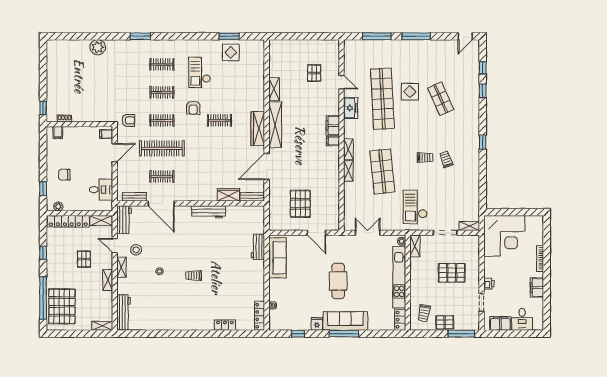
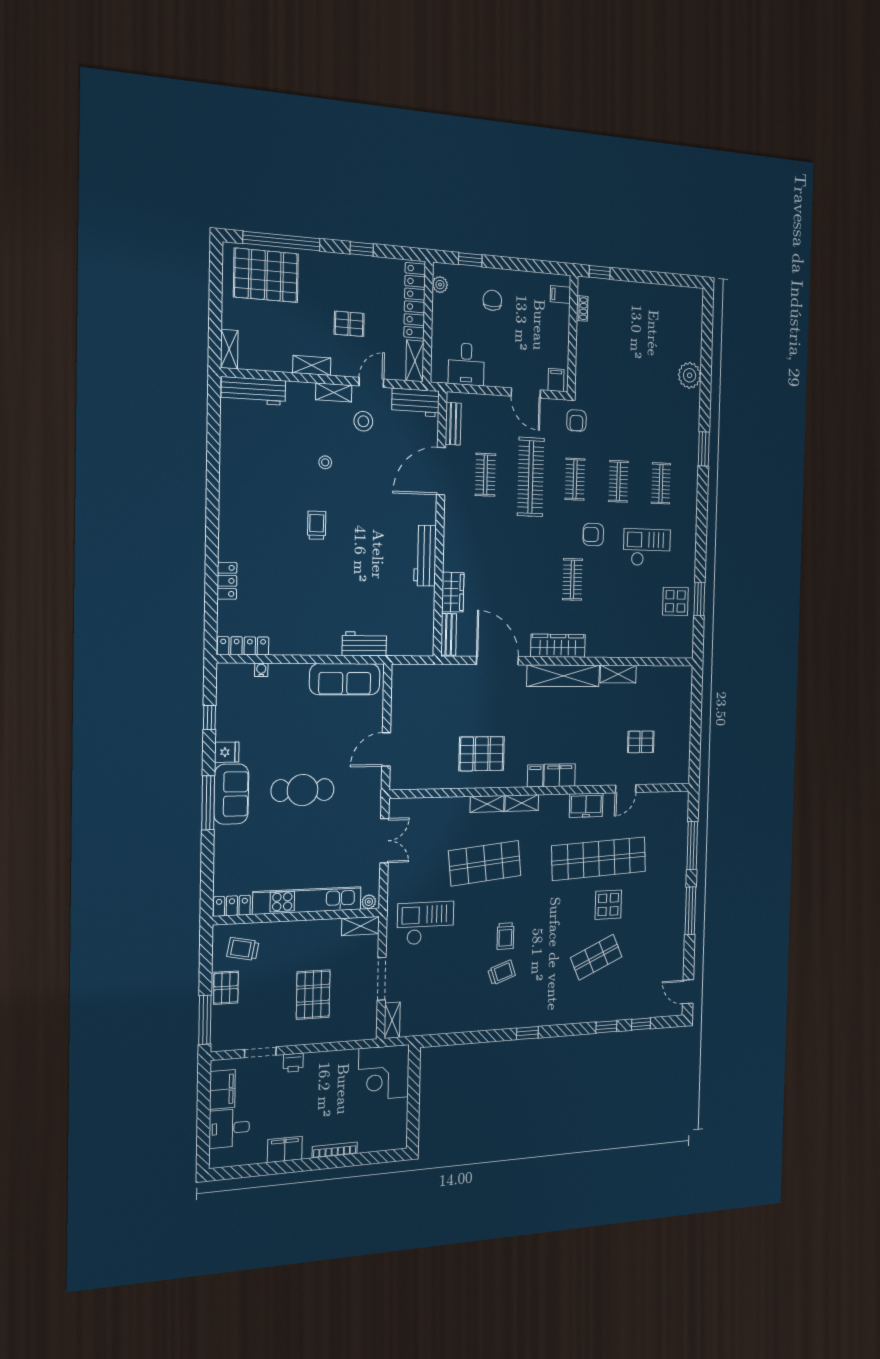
pallet: (300, 204) -> (482, 754), moved
corner desk: (504, 236) -> (384, 1073), width x0.74, depth x0.74
sofa: (345, 321) -> (231, 794), width x0.73

